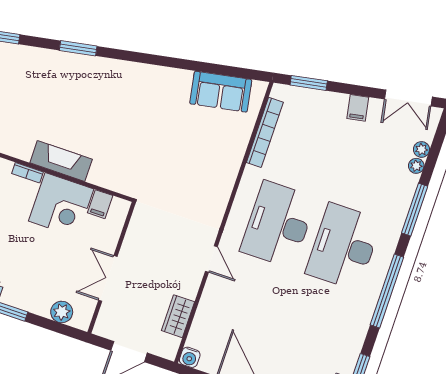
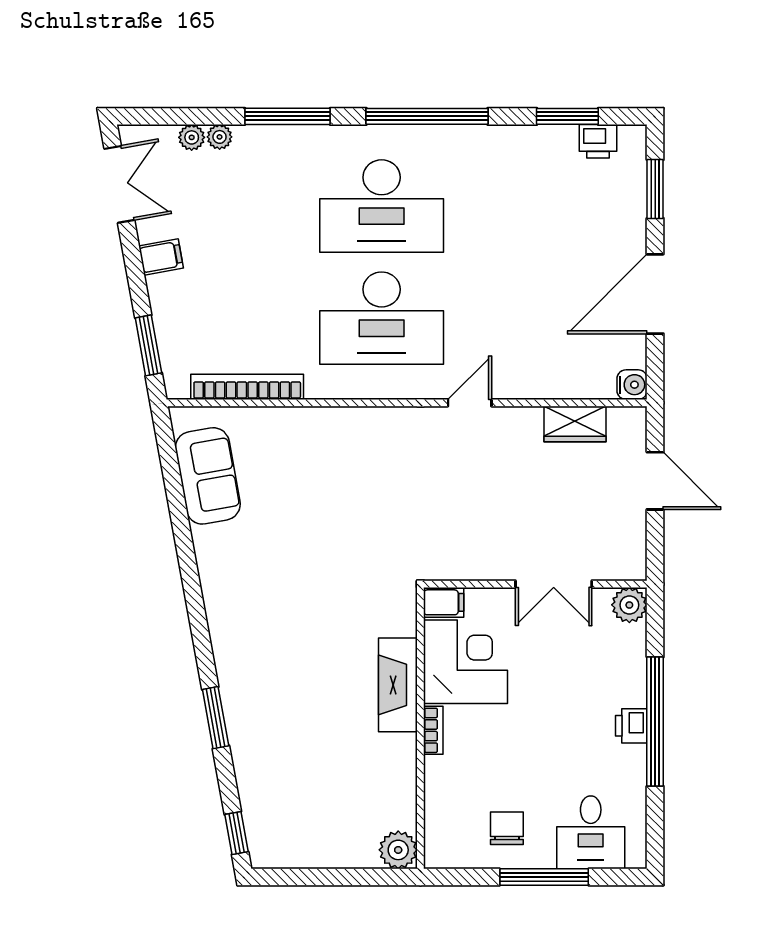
wall: (111, 268) -> (535, 584), moved
double door: (108, 278) -> (554, 584), moved

